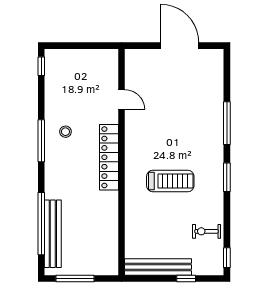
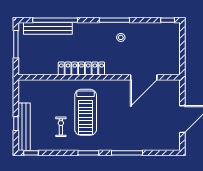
door: (122, 100) -> (144, 77), width x1.87
locker: (109, 157) -> (81, 69), moved
treadmill: (170, 181) -> (86, 112), width x1.37, depth x1.38
exercise bike: (206, 231) -> (61, 127), moved
bench: (158, 267) -> (24, 127), moved

